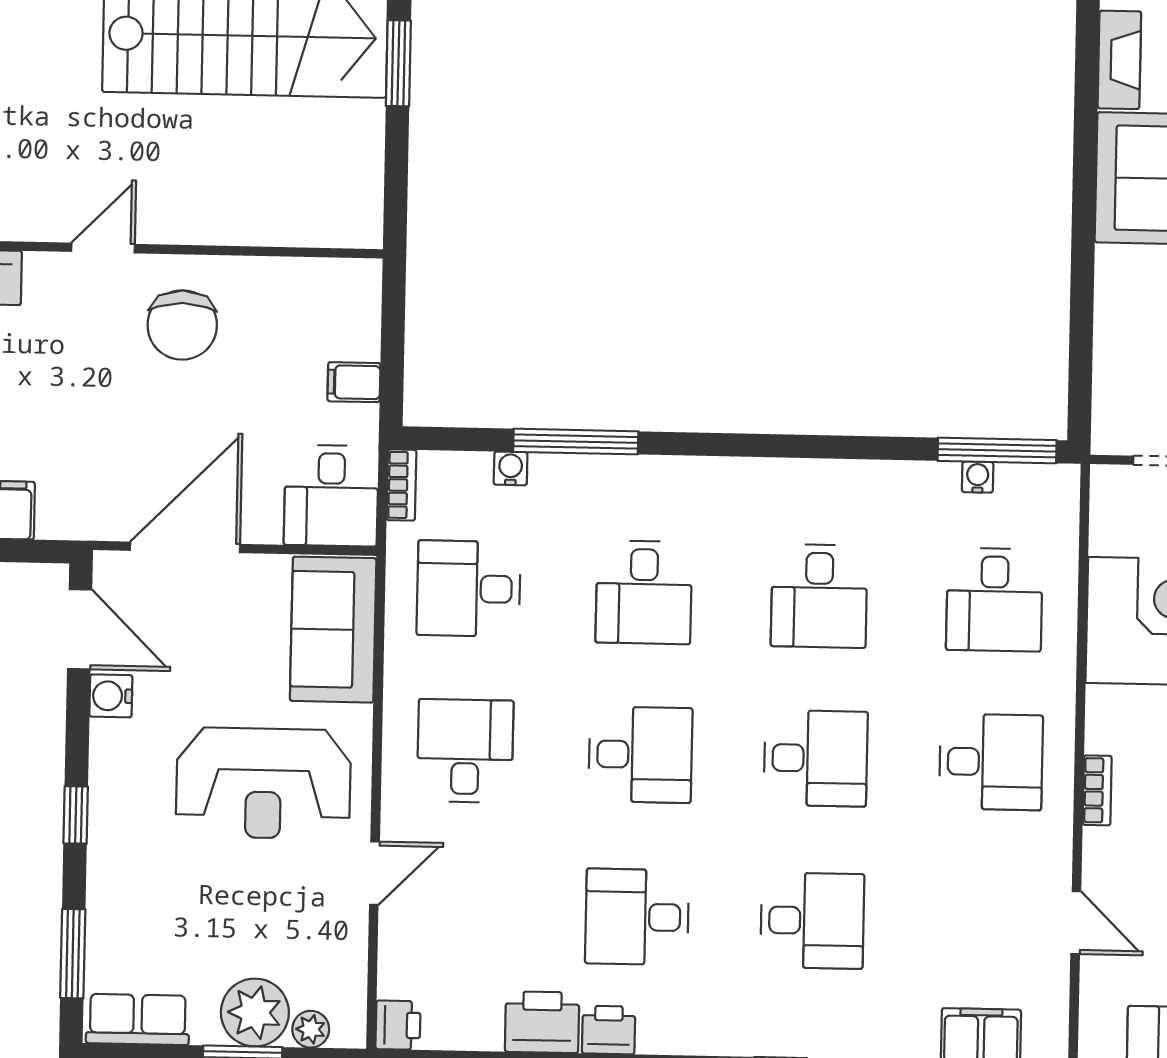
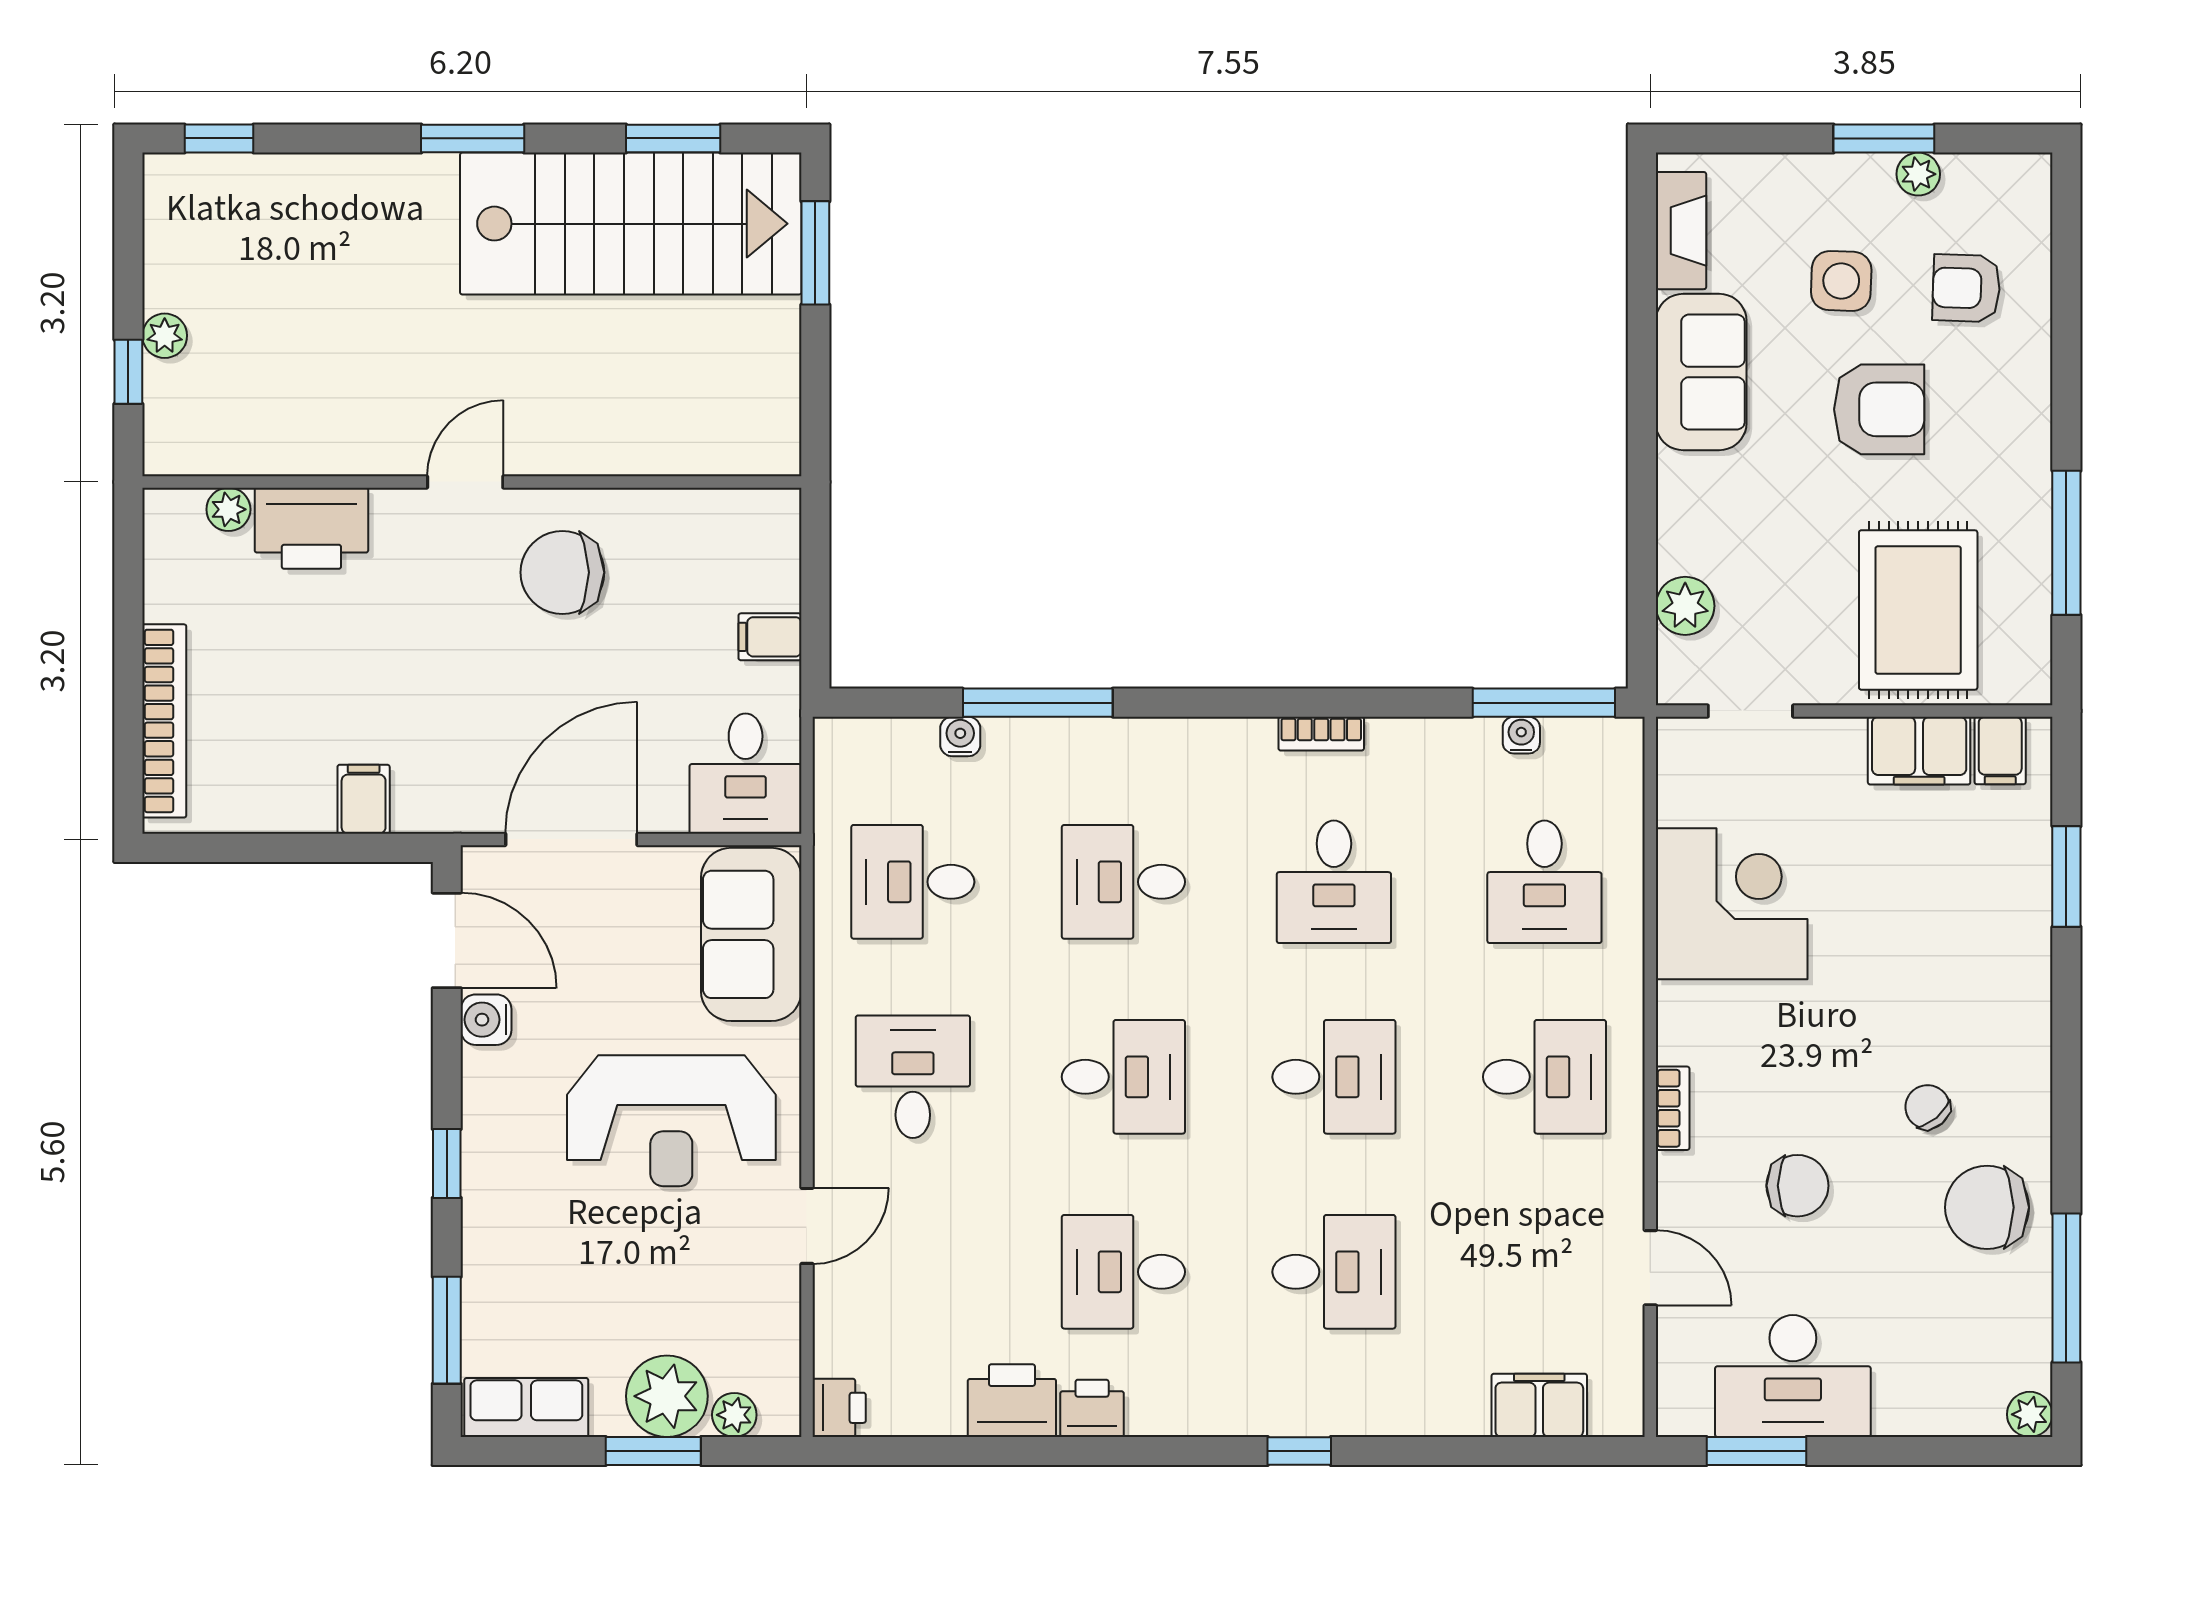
chair: (182, 325) -> (562, 572), turned 90
plant: (1116, 372) -> (1685, 606), added
bookcase: (401, 485) -> (1321, 734), moved, turned 90
desk: (644, 592) -> (1123, 882), turned 90

